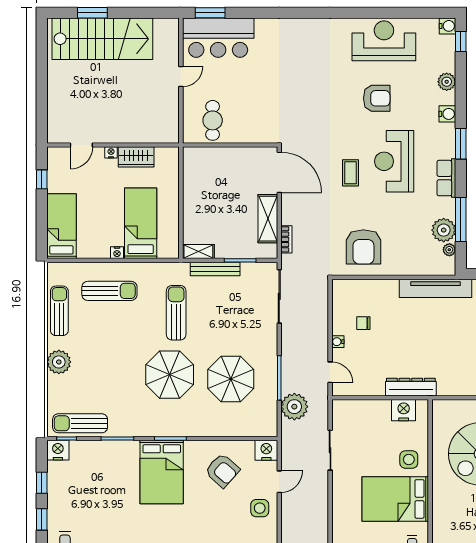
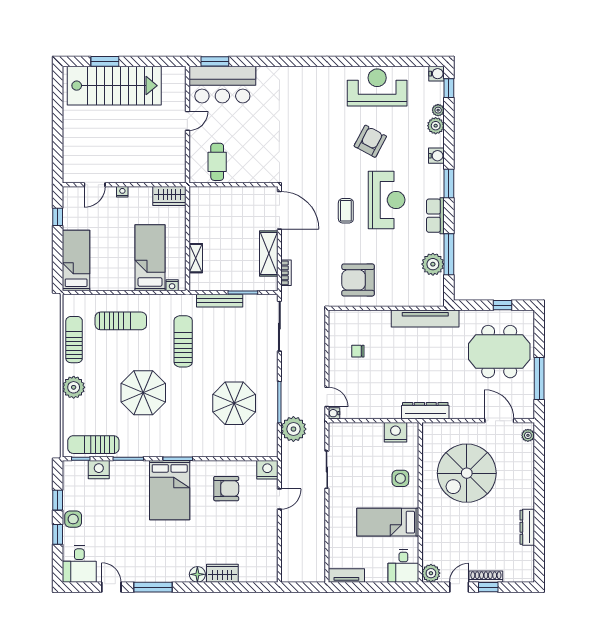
armchair: (377, 98) -> (370, 141), turned -62
wardrobe: (136, 157) -> (169, 196), moved
reception desk: (394, 161) -> (387, 200), turned 180
armchair: (363, 247) -> (358, 280), turned 90
plant: (449, 250) -> (438, 110), moved
shelving: (198, 252) -> (196, 258), moved, turned 90
nightstand: (117, 253) -> (172, 285), moved
water cooler: (338, 342) -> (334, 413), moved
parasol: (170, 375) -> (143, 393), moved
dresser: (411, 387) -> (425, 411), moved
nightstand: (58, 450) -> (99, 470), moved
armchair: (222, 470) -> (226, 489), turned -42
bed: (395, 499) -> (388, 522), width x0.67
side table: (260, 508) -> (73, 519), moved

